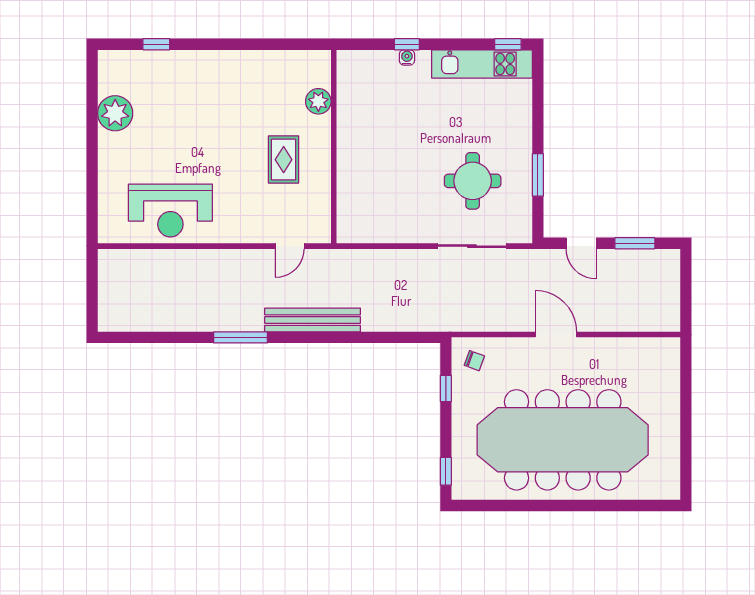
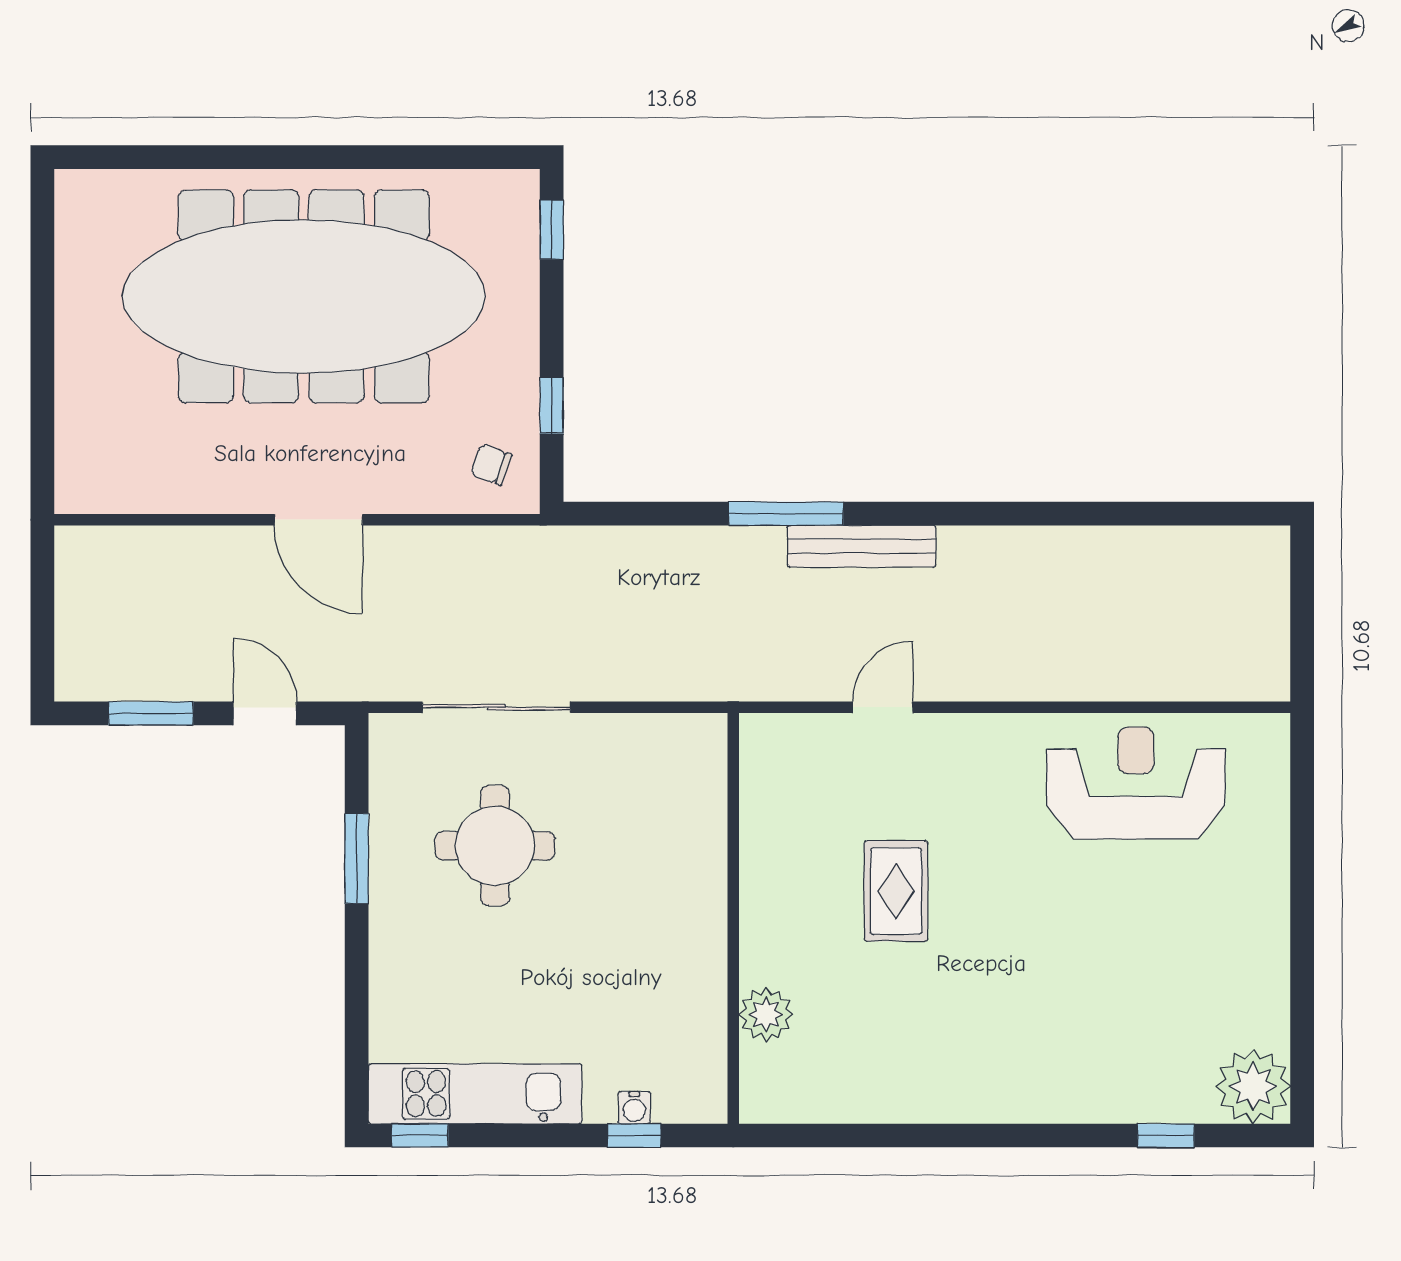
plant: (318, 101) -> (766, 1014), moved
plant: (115, 113) -> (1253, 1086), moved
wall: (334, 147) -> (733, 918), moved
bench: (313, 320) -> (862, 546), width x0.73, depth x0.82
window: (241, 337) -> (786, 514), moved

